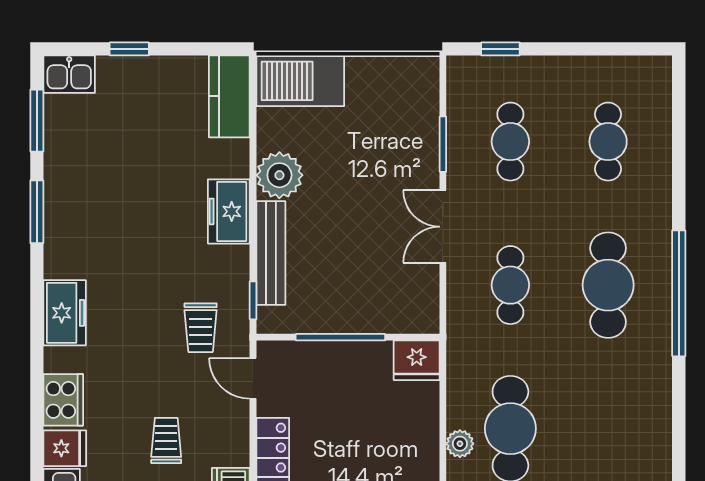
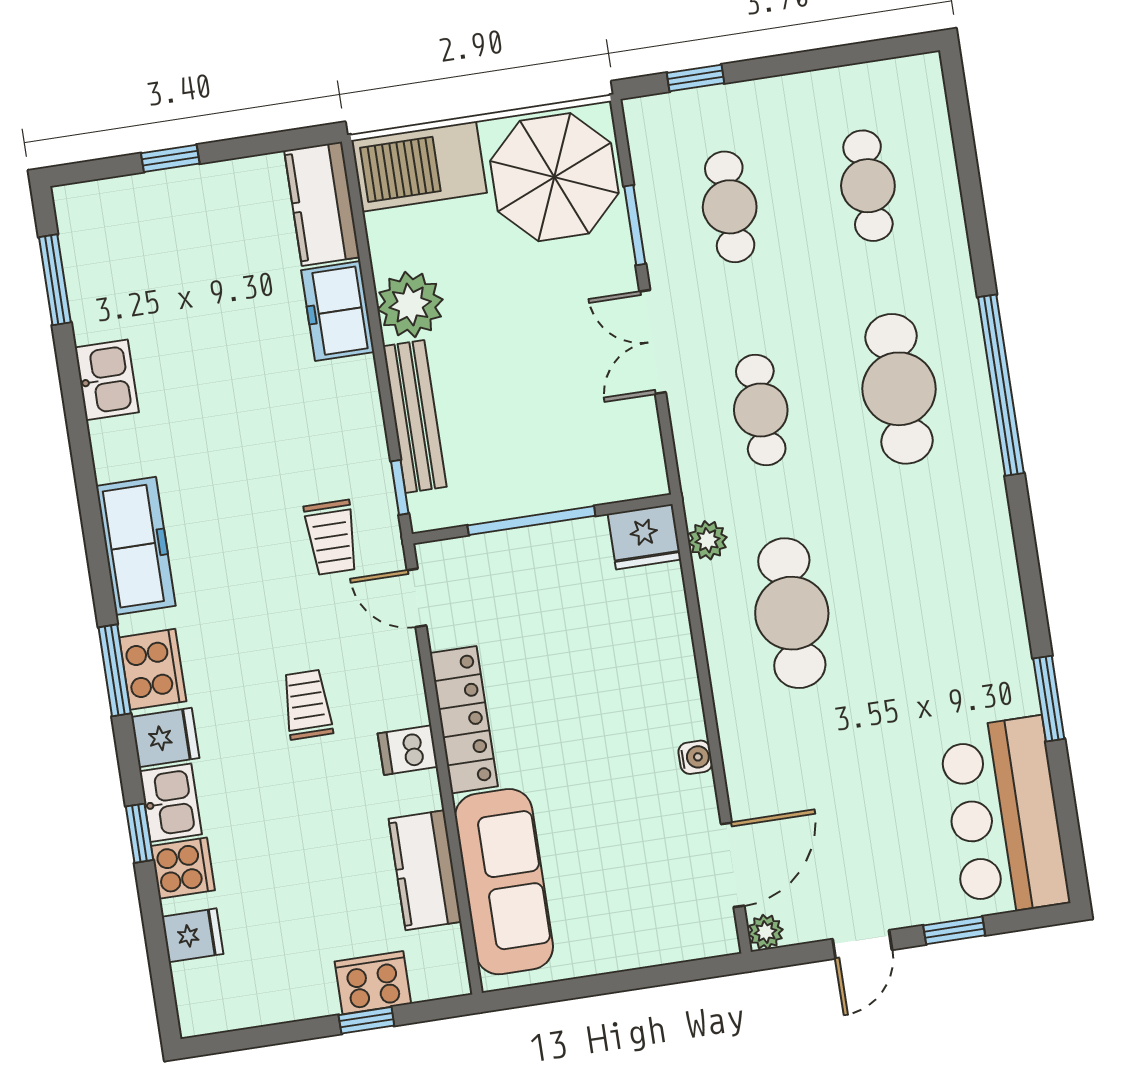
kitchen sink: (69, 74) -> (107, 380), moved, turned -90
parasol: (392, 102) -> (554, 177), added
freezer: (229, 211) -> (338, 311), moved
window: (37, 212) -> (115, 670), moved
freezer: (65, 313) -> (136, 546), width x1.40
plant: (460, 444) -> (708, 540), moved

